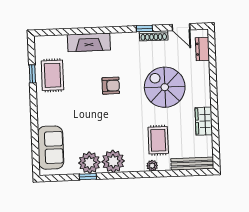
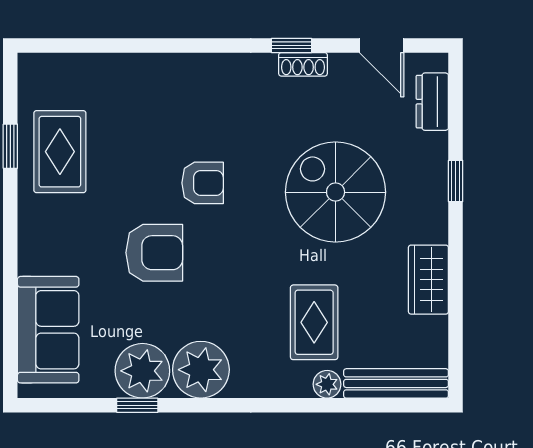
shoe rack: (154, 36) -> (303, 64), width x0.70
fireplace: (89, 42) -> (153, 74), removed
window: (213, 81) -> (456, 181), added
armchair: (92, 115) -> (154, 253), added
plant: (152, 166) -> (327, 384), moved

